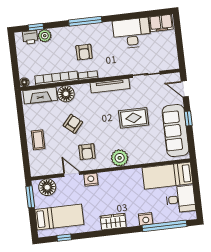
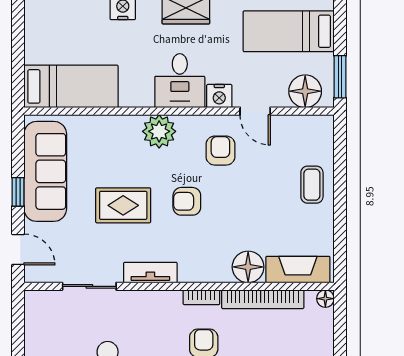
tv unit: (110, 86) -> (150, 273), width x0.71
armchair: (73, 124) -> (187, 201), moved, turned 49
desk: (181, 199) -> (180, 81), moved, turned -90

